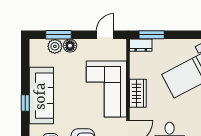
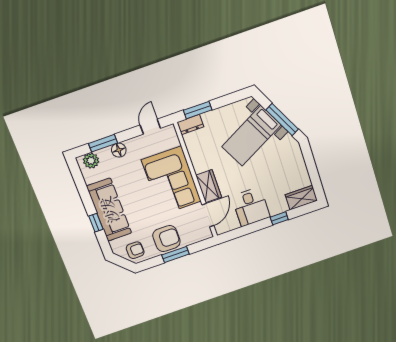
plant: (55, 46) -> (91, 161), moved
wardrobe: (138, 93) -> (209, 186), moved

